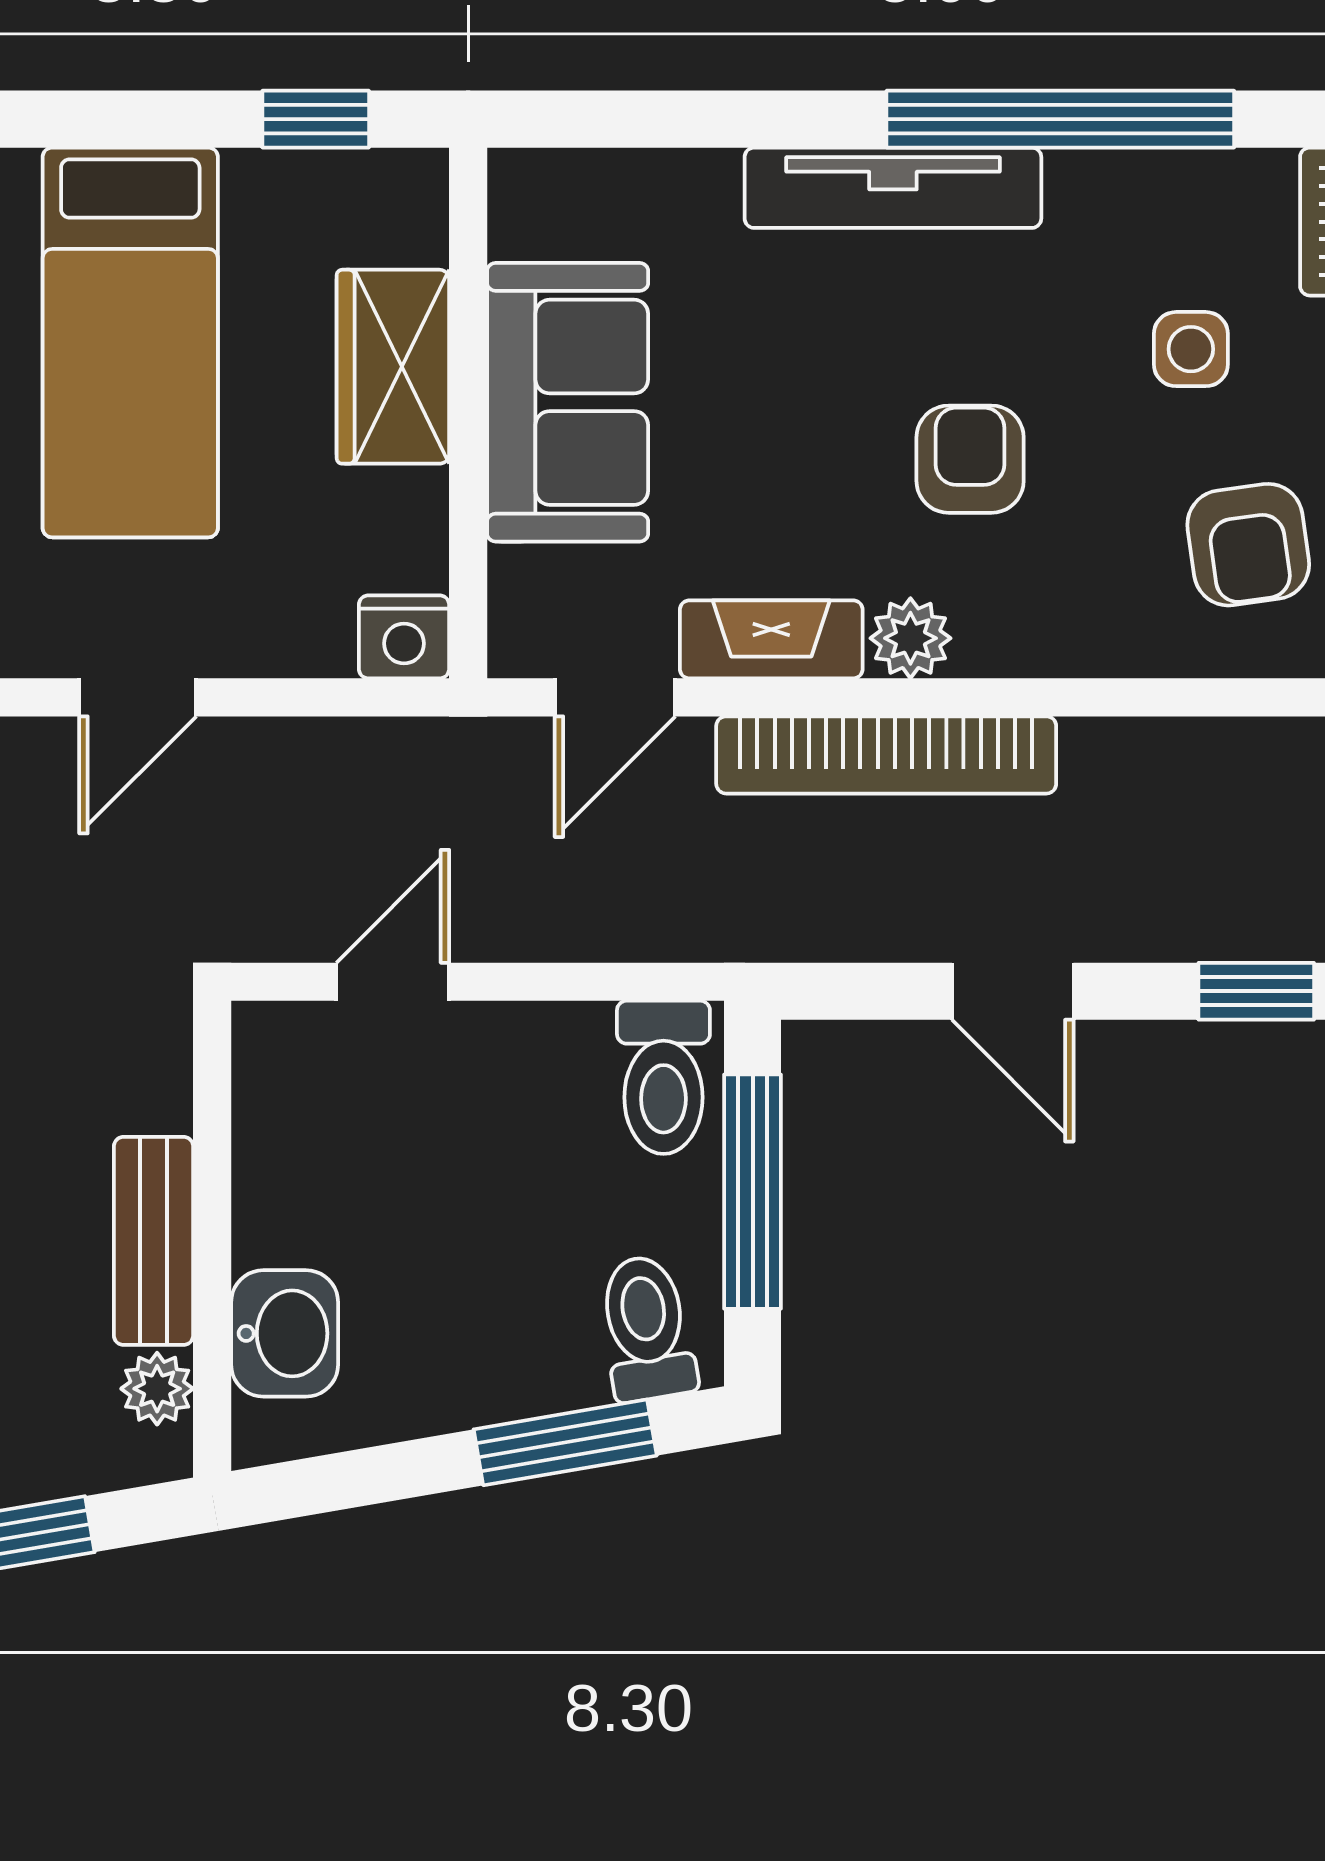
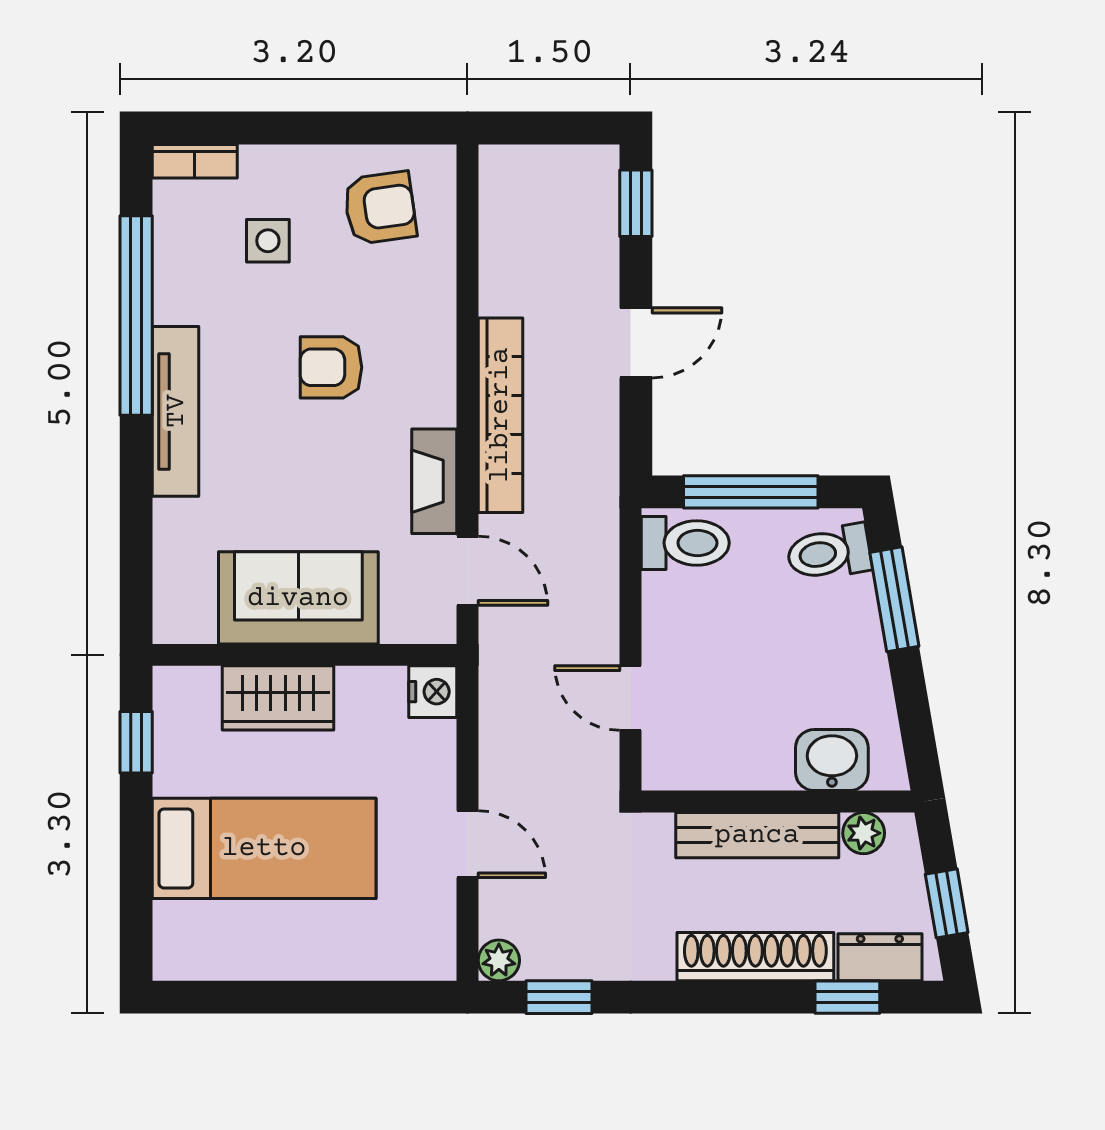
plant: (910, 638) -> (434, 401), removed
bench: (153, 1241) -> (757, 835), width x1.36

